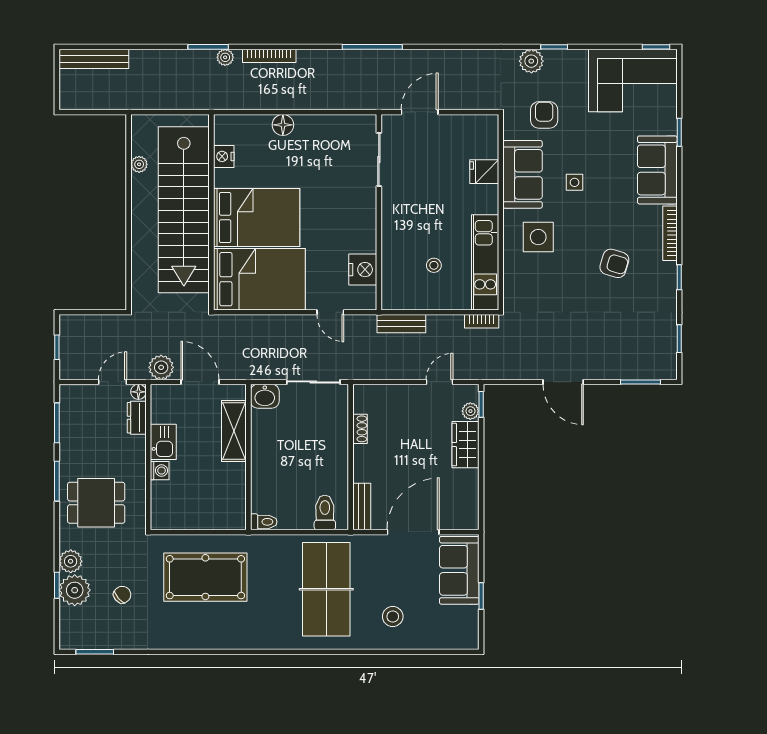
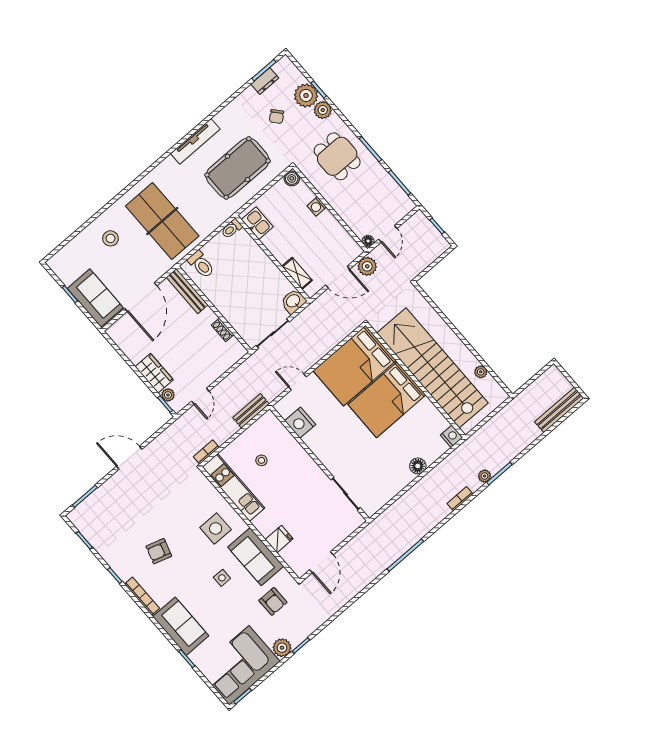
bookcase: (269, 56) -> (460, 499), width x0.64
plant: (531, 61) -> (282, 648), moved
door: (420, 112) -> (321, 562), moved
nightstand: (224, 156) -> (452, 436), moved
dresser: (137, 418) -> (265, 81), moved, turned 90
shelving: (234, 431) -> (297, 273), width x0.67, depth x0.75
kitchen sink: (163, 442) -> (257, 223), moved, turned 180
dining table: (96, 503) -> (337, 156), turned 90
bench: (362, 506) -> (187, 291), width x1.36
boiler: (160, 520) -> (292, 178), added
tv unit: (224, 640) -> (195, 141), added

